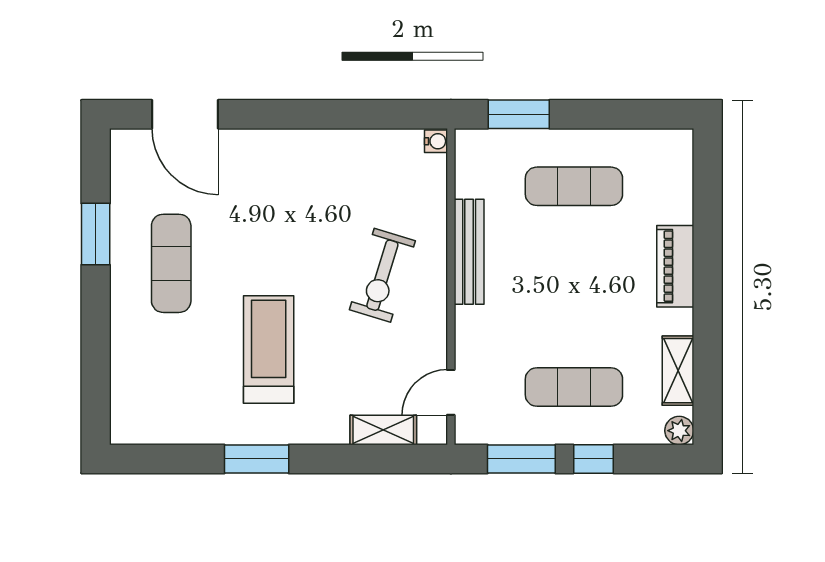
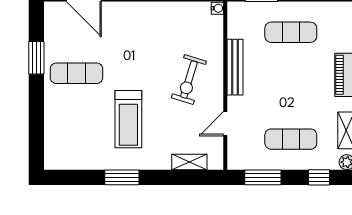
exercise mat: (171, 263) -> (76, 73), turned 90
treadmill: (269, 350) -> (128, 119), turned 180
door: (451, 392) -> (225, 124), moved
window: (593, 459) -> (319, 177), moved

